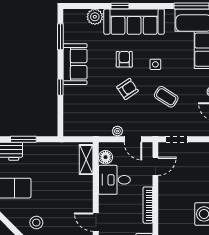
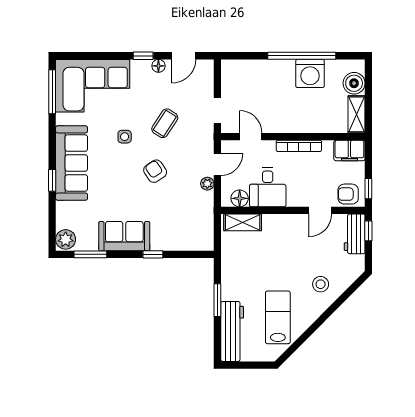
plant: (95, 17) -> (66, 239), moved
armchair: (124, 59) -> (118, 175), removed

